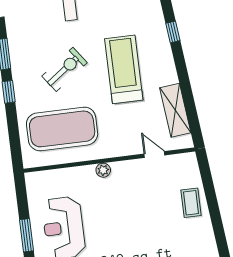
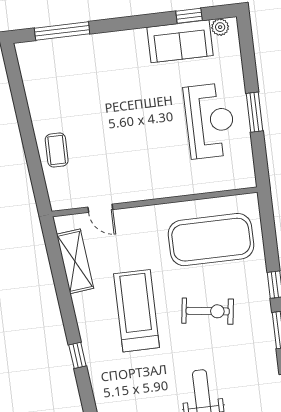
exercise bike: (65, 69) -> (208, 311), turned -136
treadmill: (124, 69) -> (137, 311), turned 180
plant: (103, 170) -> (162, 190), removed

